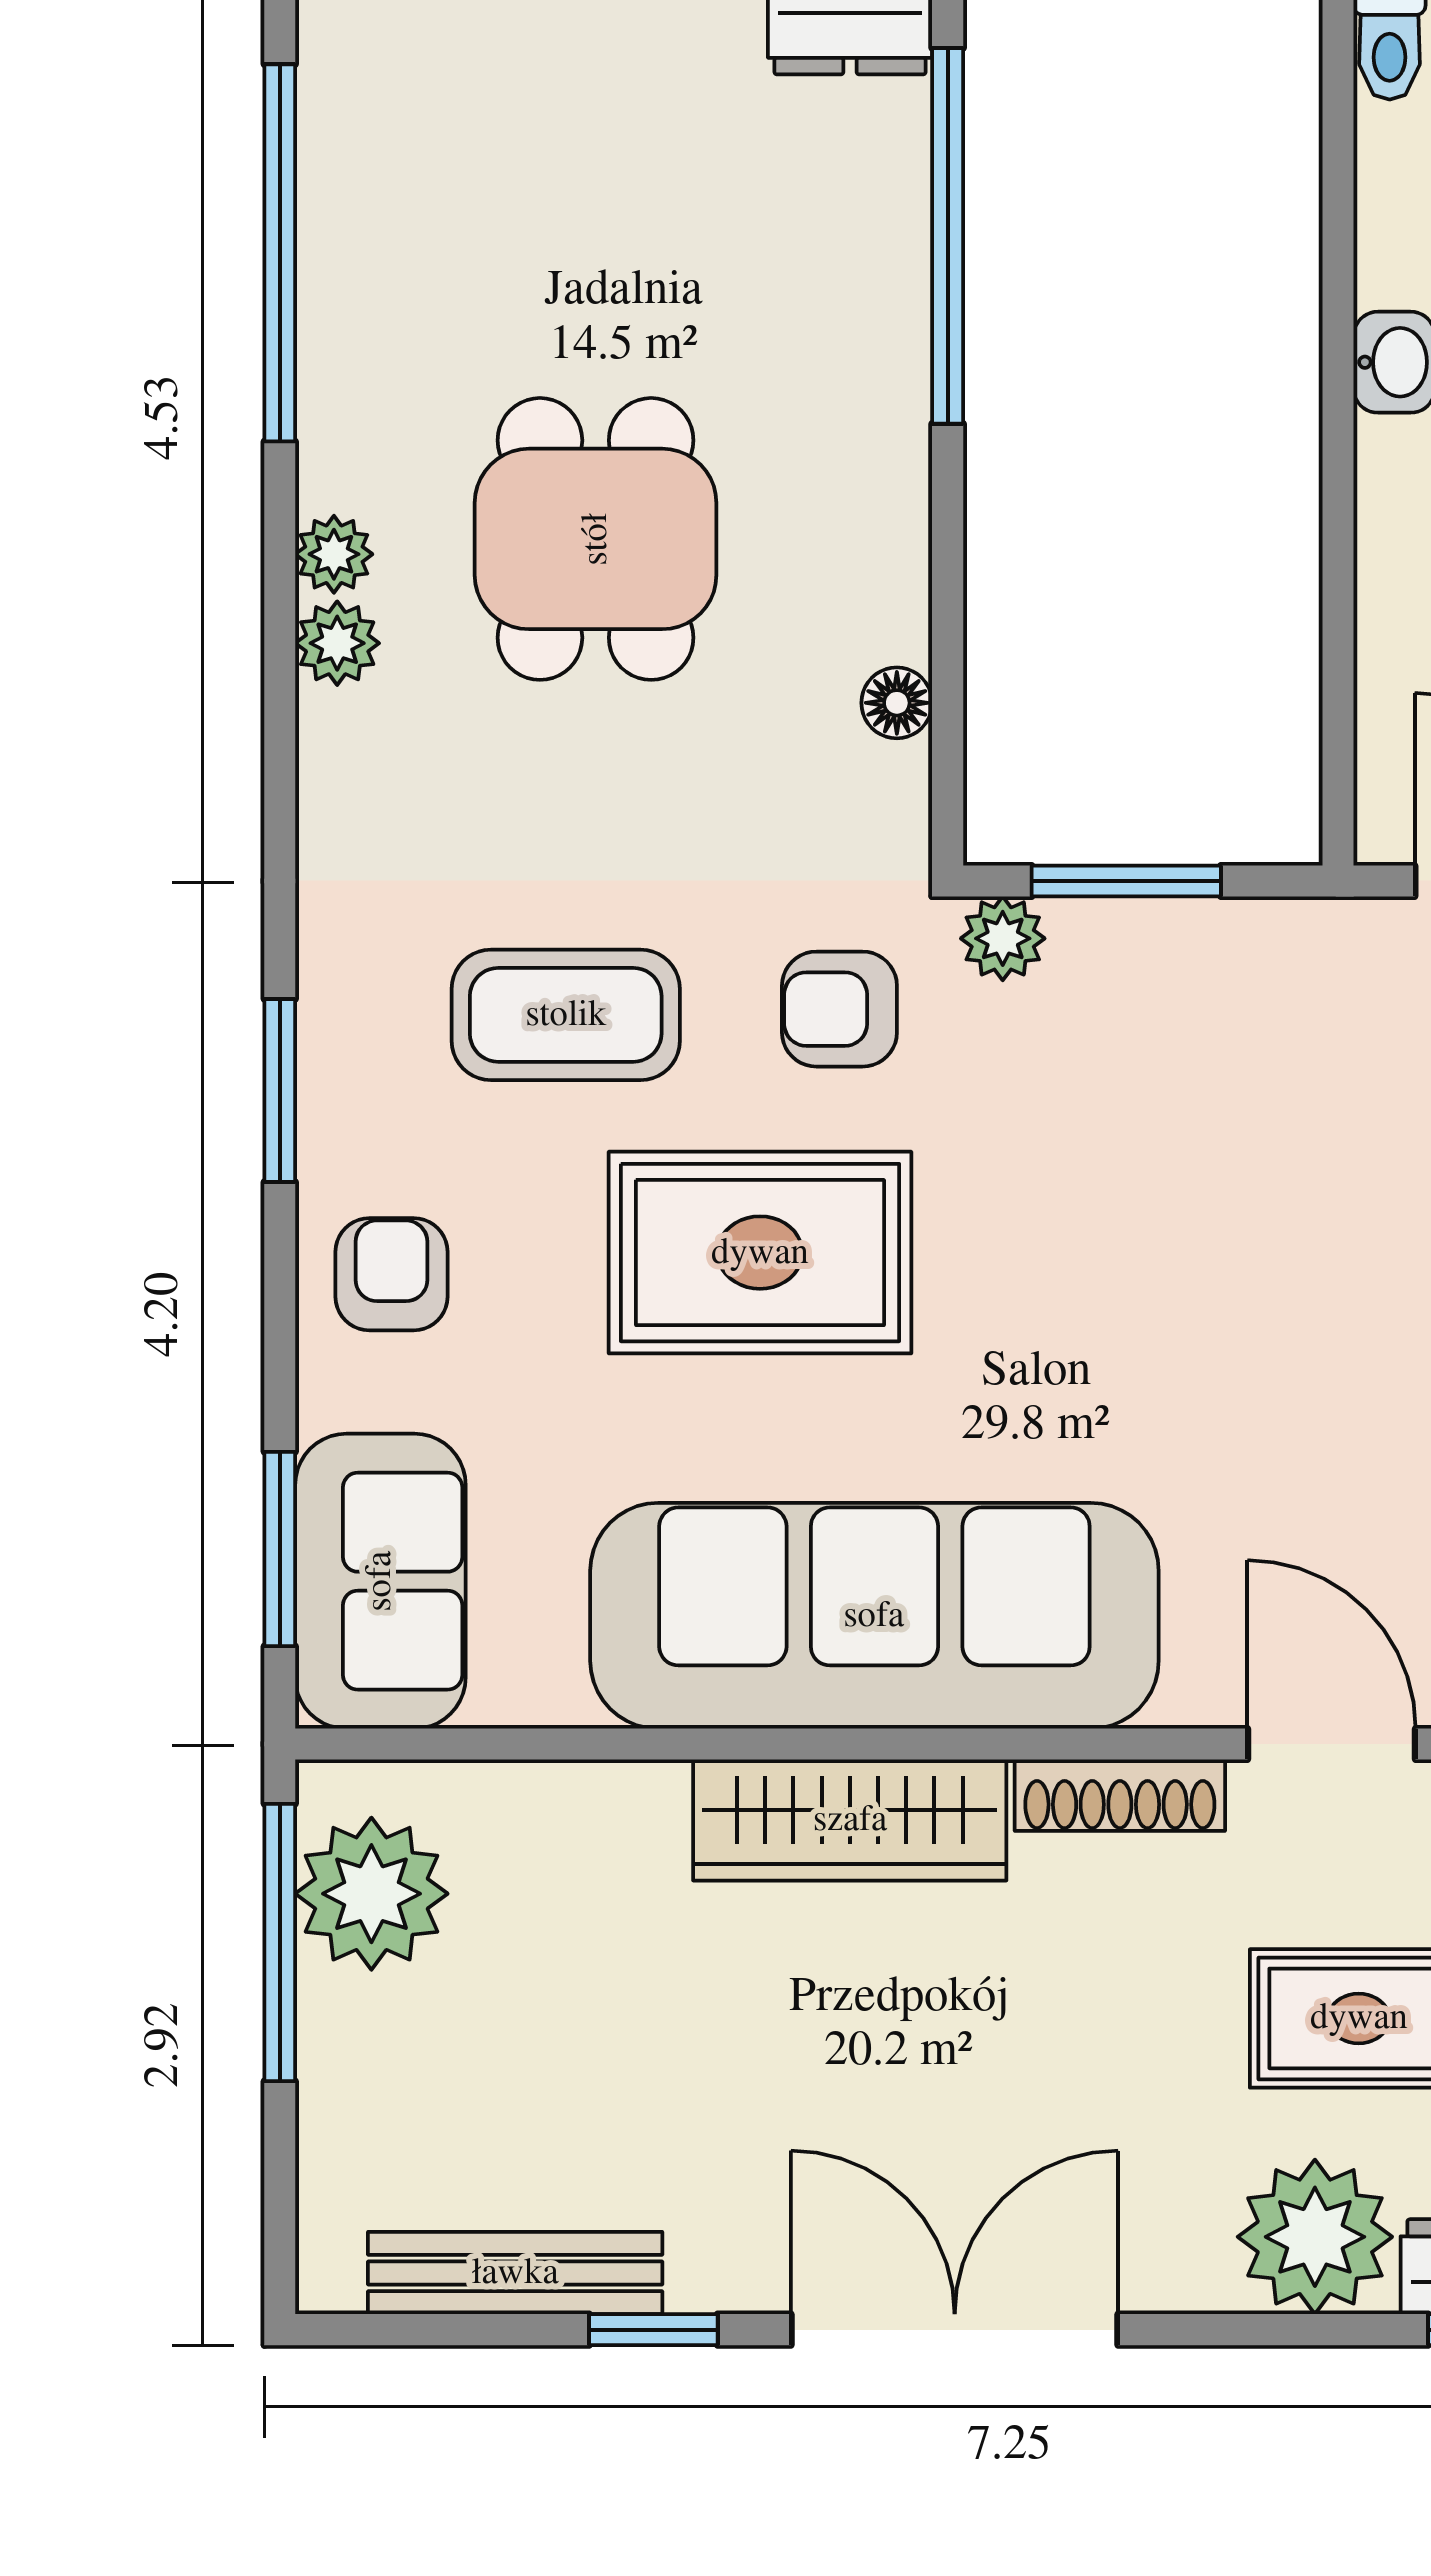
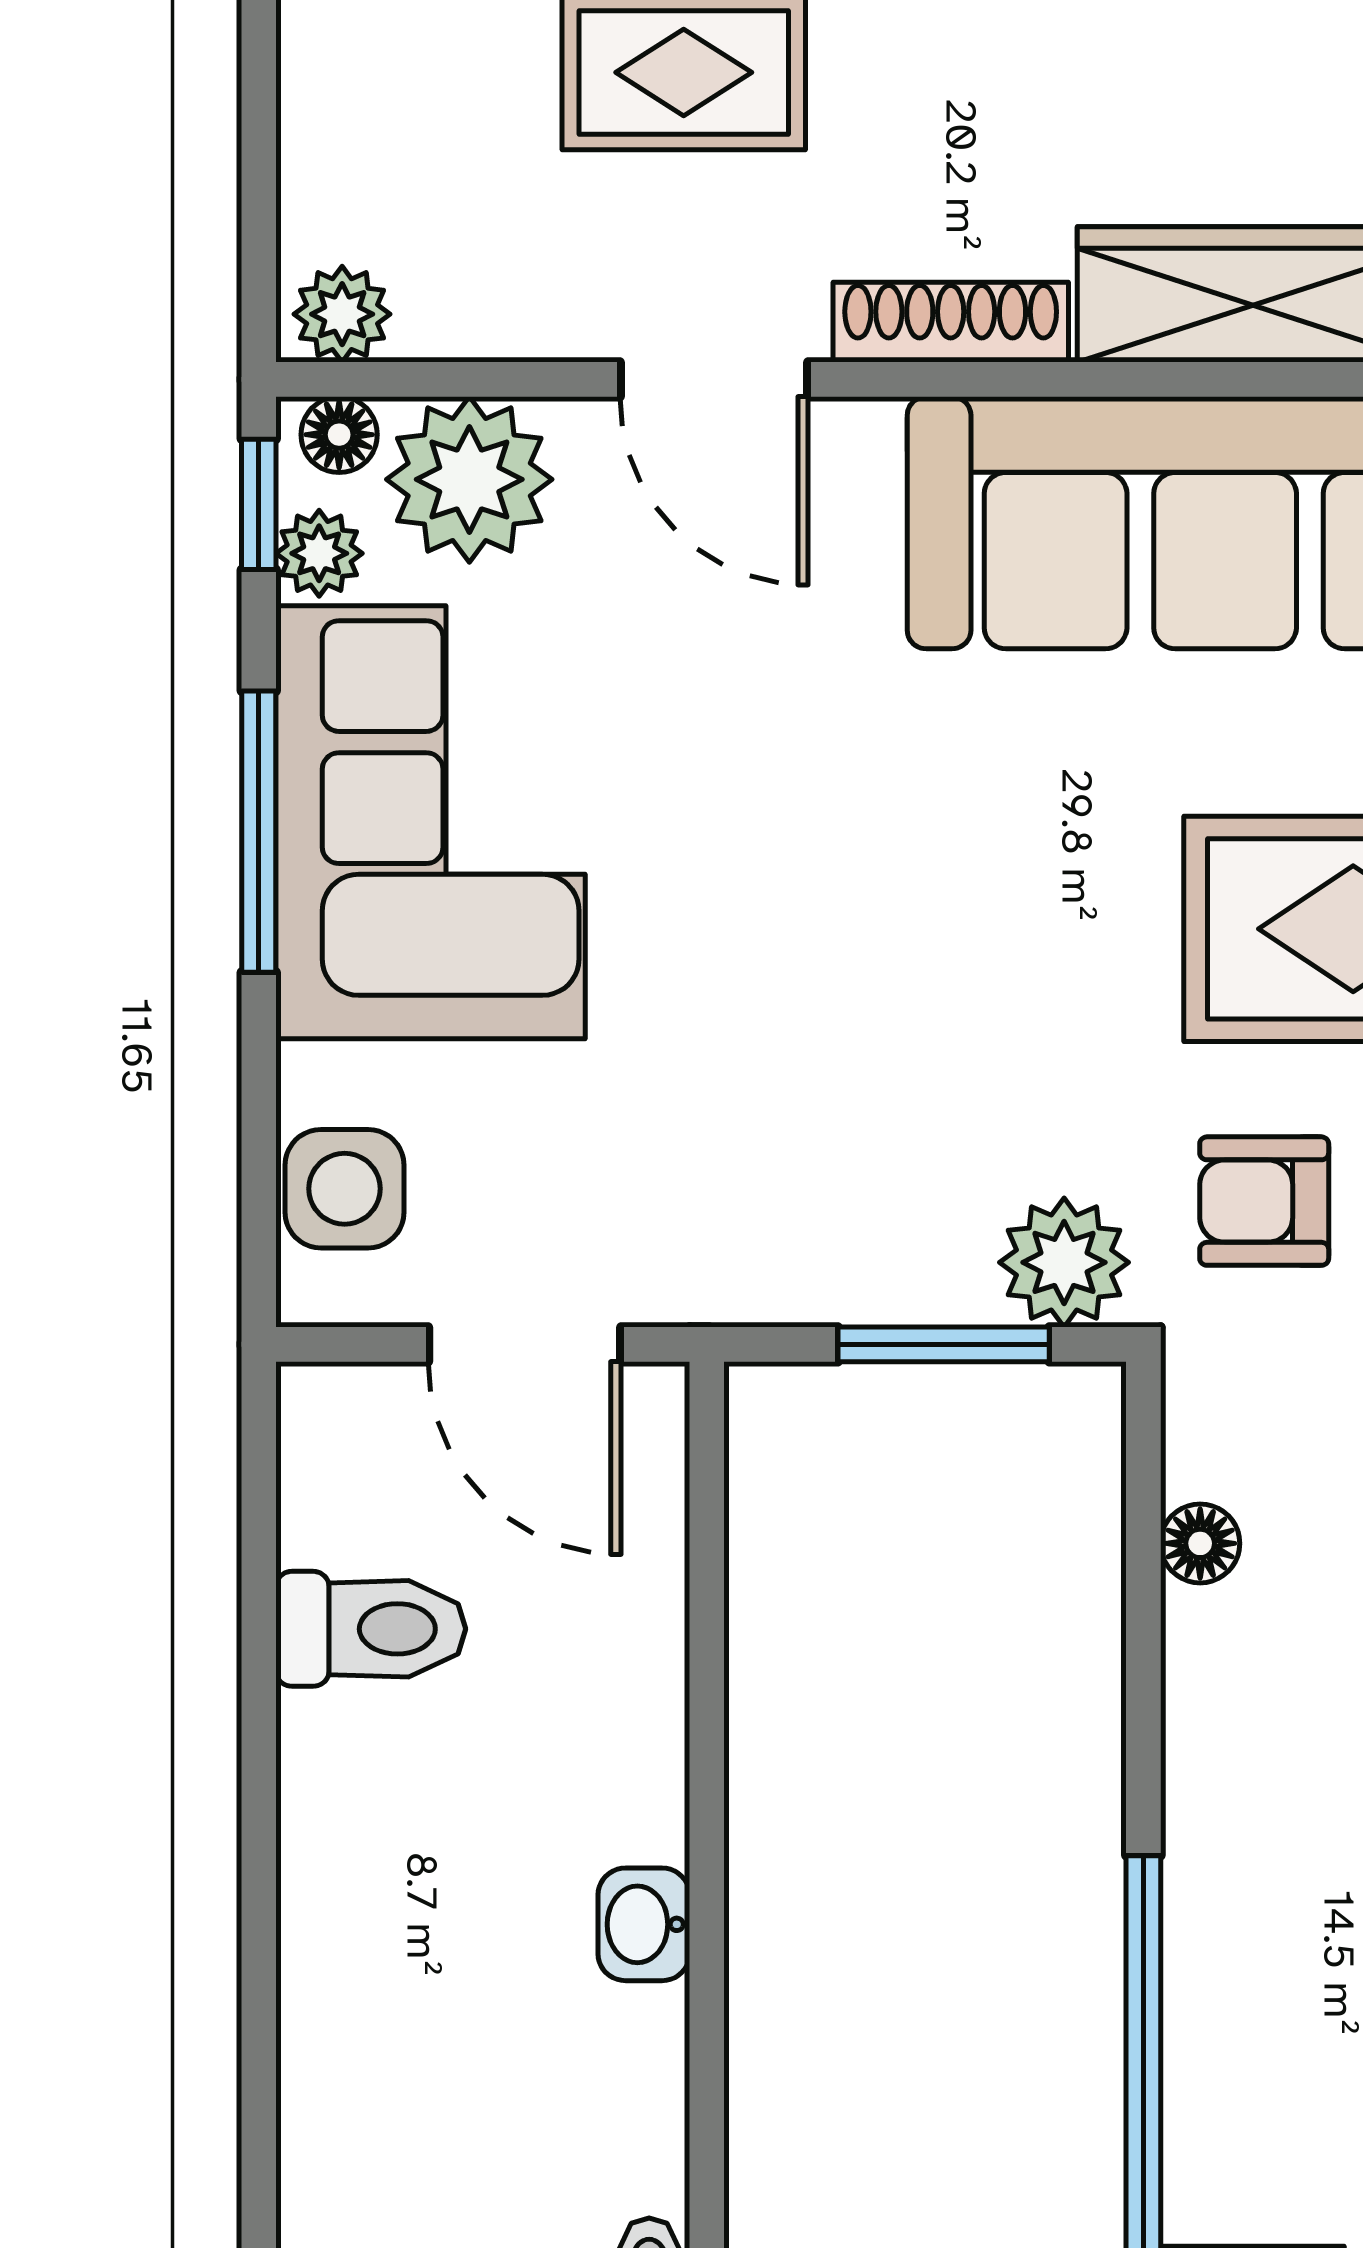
plant: (1003, 938) -> (1064, 1262), width x1.38, depth x1.38
armchair: (839, 1009) -> (1264, 1201), turned 180

